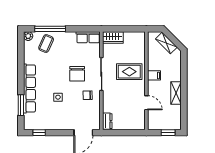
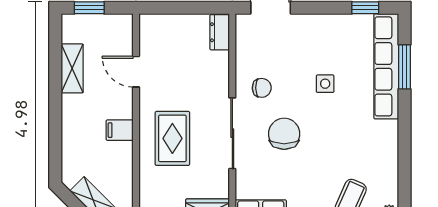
rug: (129, 72) -> (172, 138), turned 90
row of seats: (29, 88) -> (386, 66), moved
shelving: (176, 93) -> (72, 68), moved

